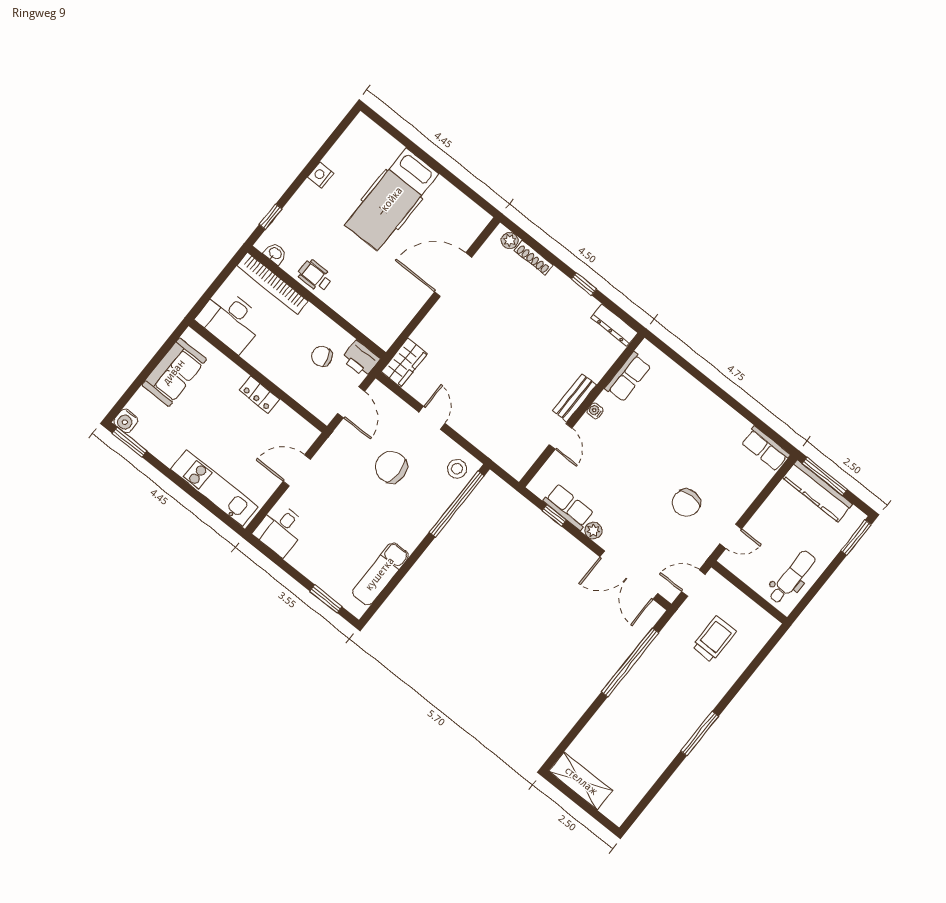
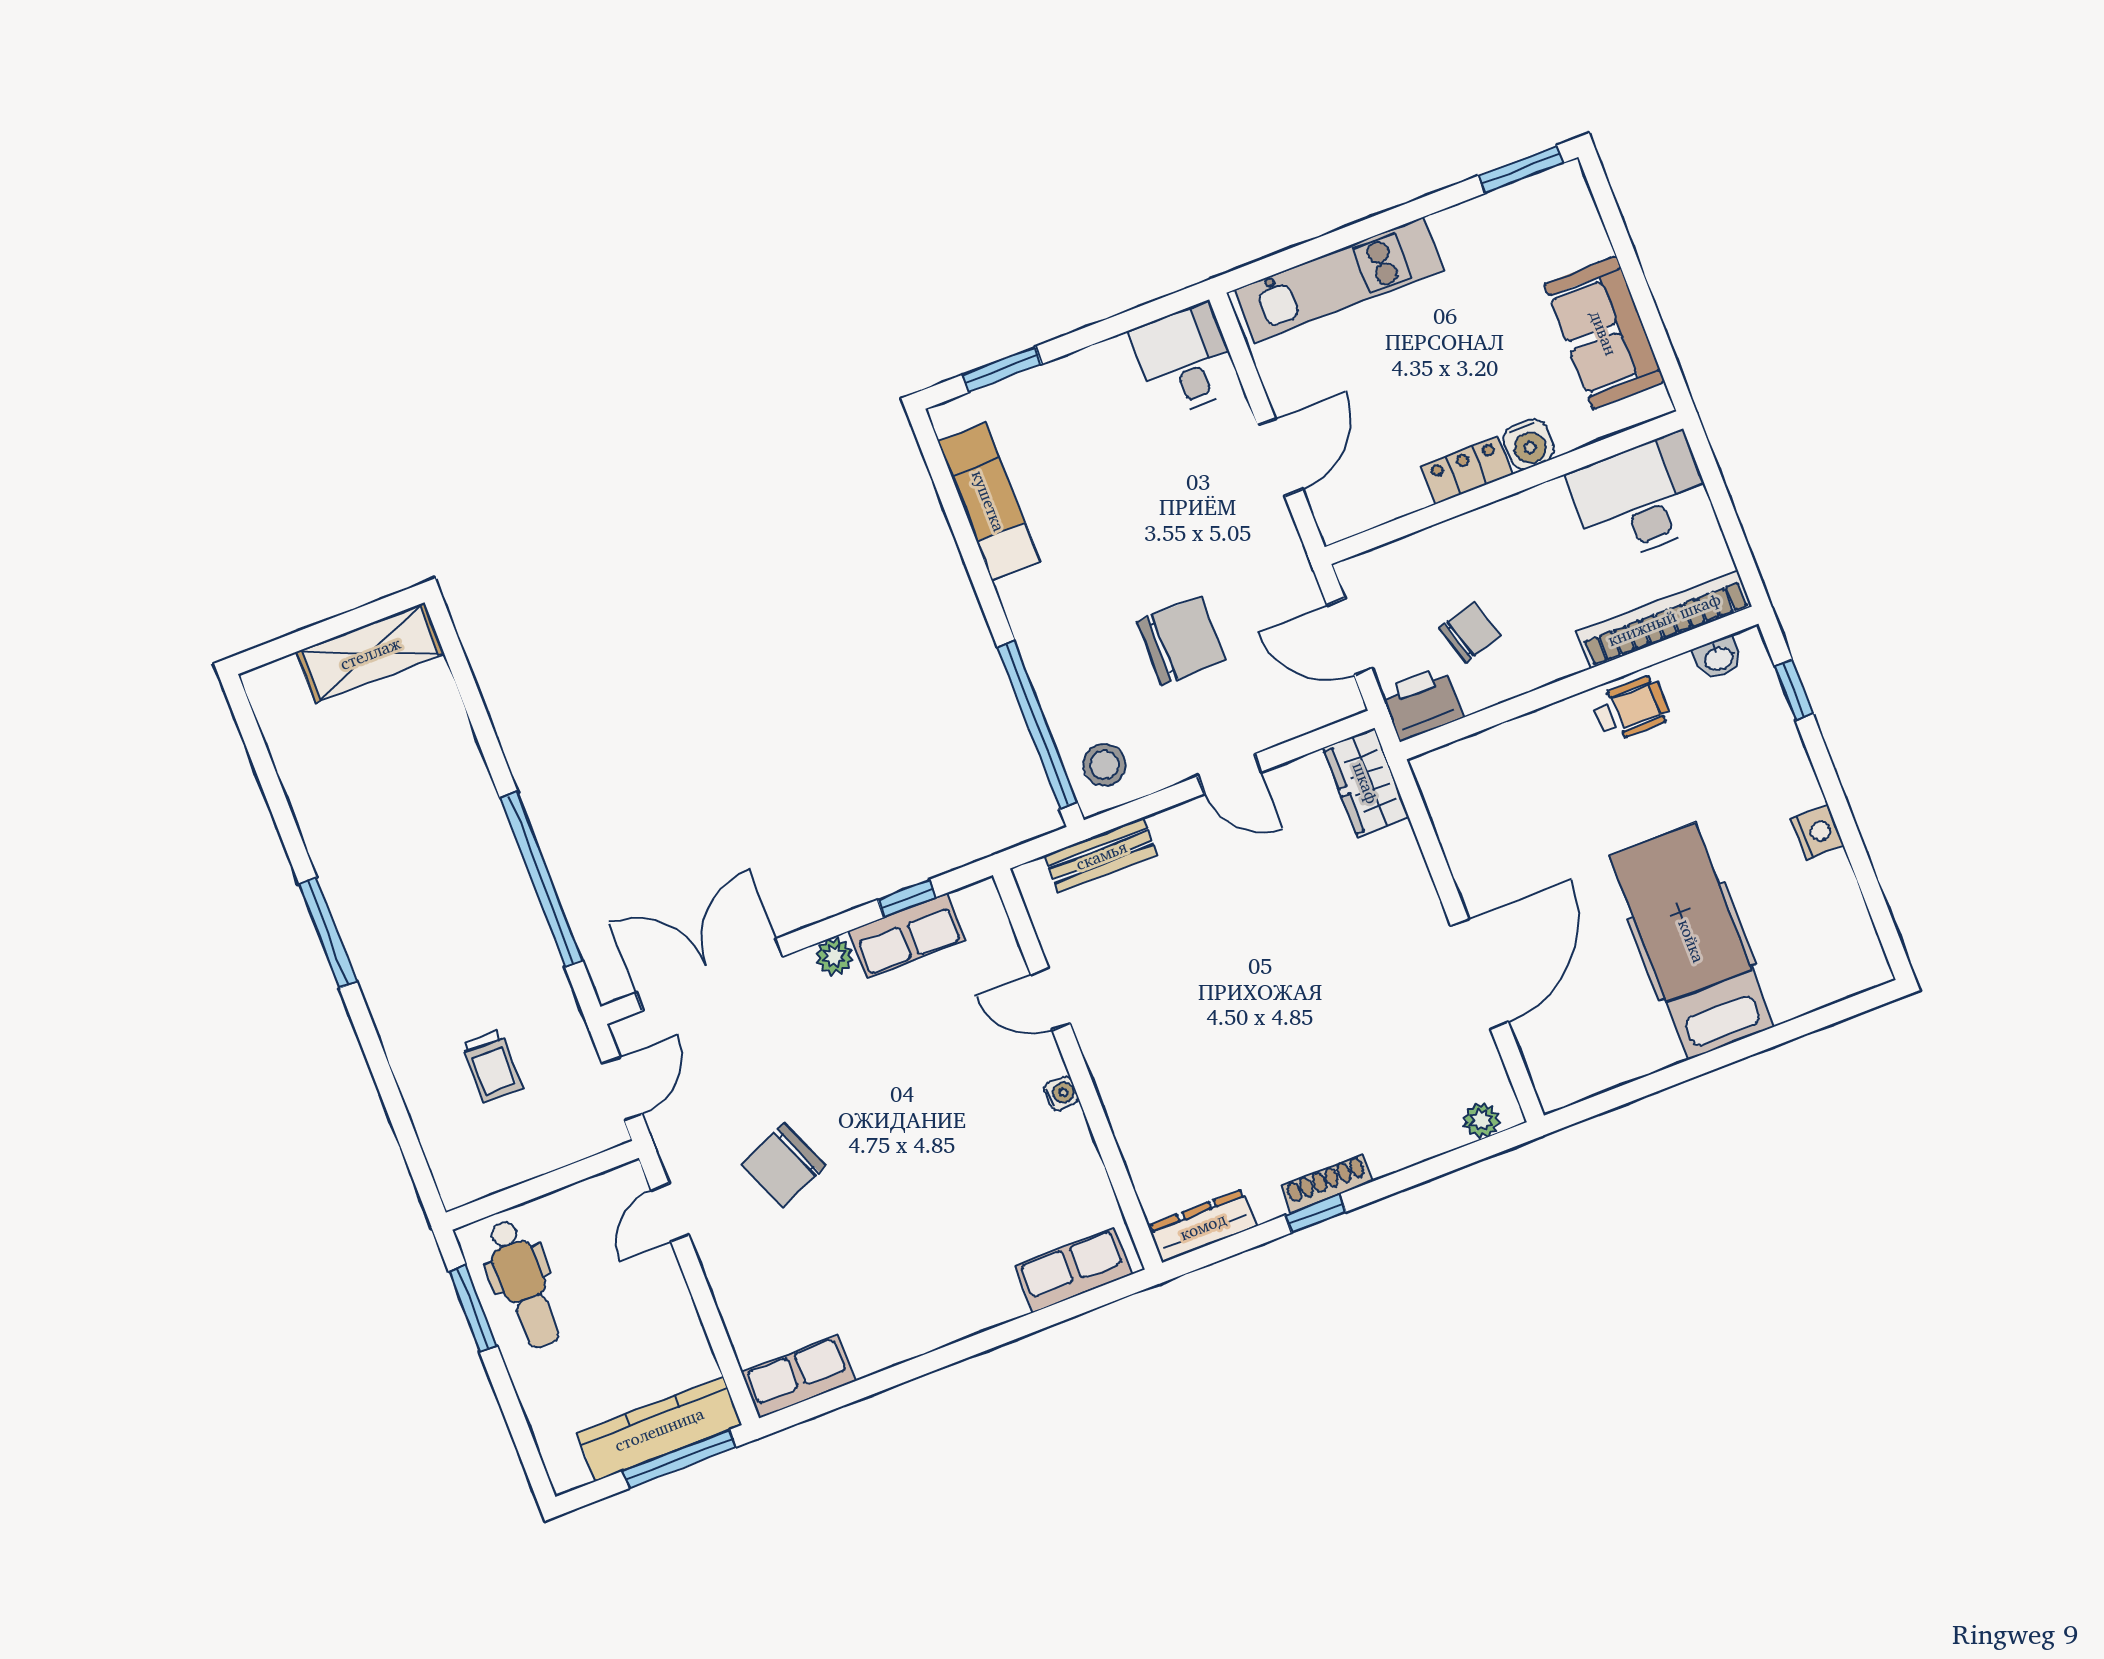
shoe rack: (534, 258) -> (1327, 1184), moved
row of seats: (628, 377) -> (1074, 1270), moved, turned 90
bench: (575, 398) -> (1101, 855), moved, turned 90
water cooler: (126, 421) -> (1529, 444), moved, turned 180
chair: (686, 503) -> (783, 1165), turned -113
window: (856, 538) -> (473, 1309), moved
trolley: (714, 639) -> (492, 1066), width x0.73, depth x0.72

